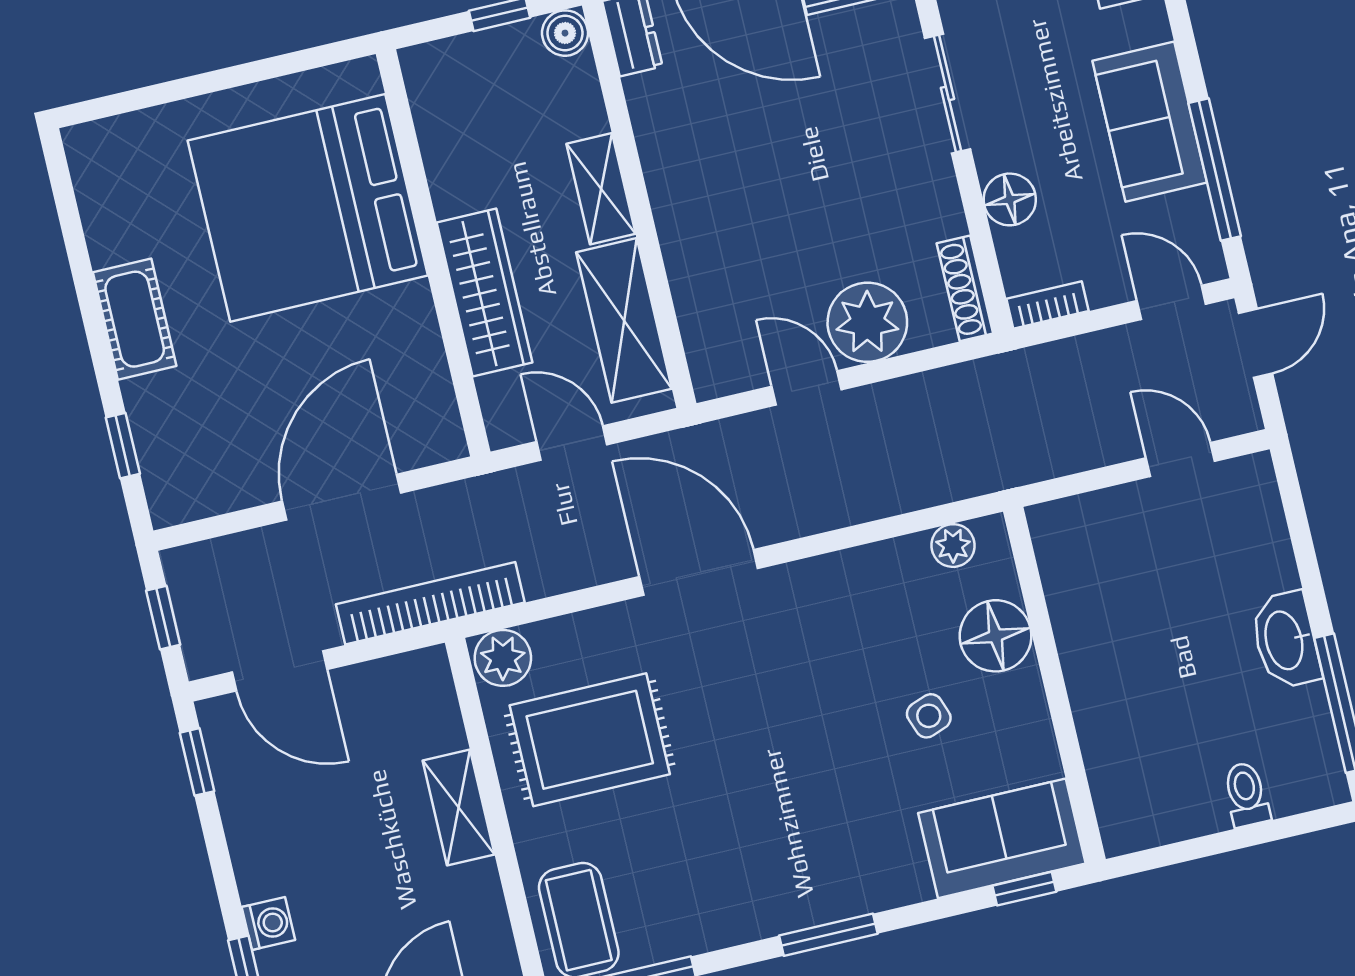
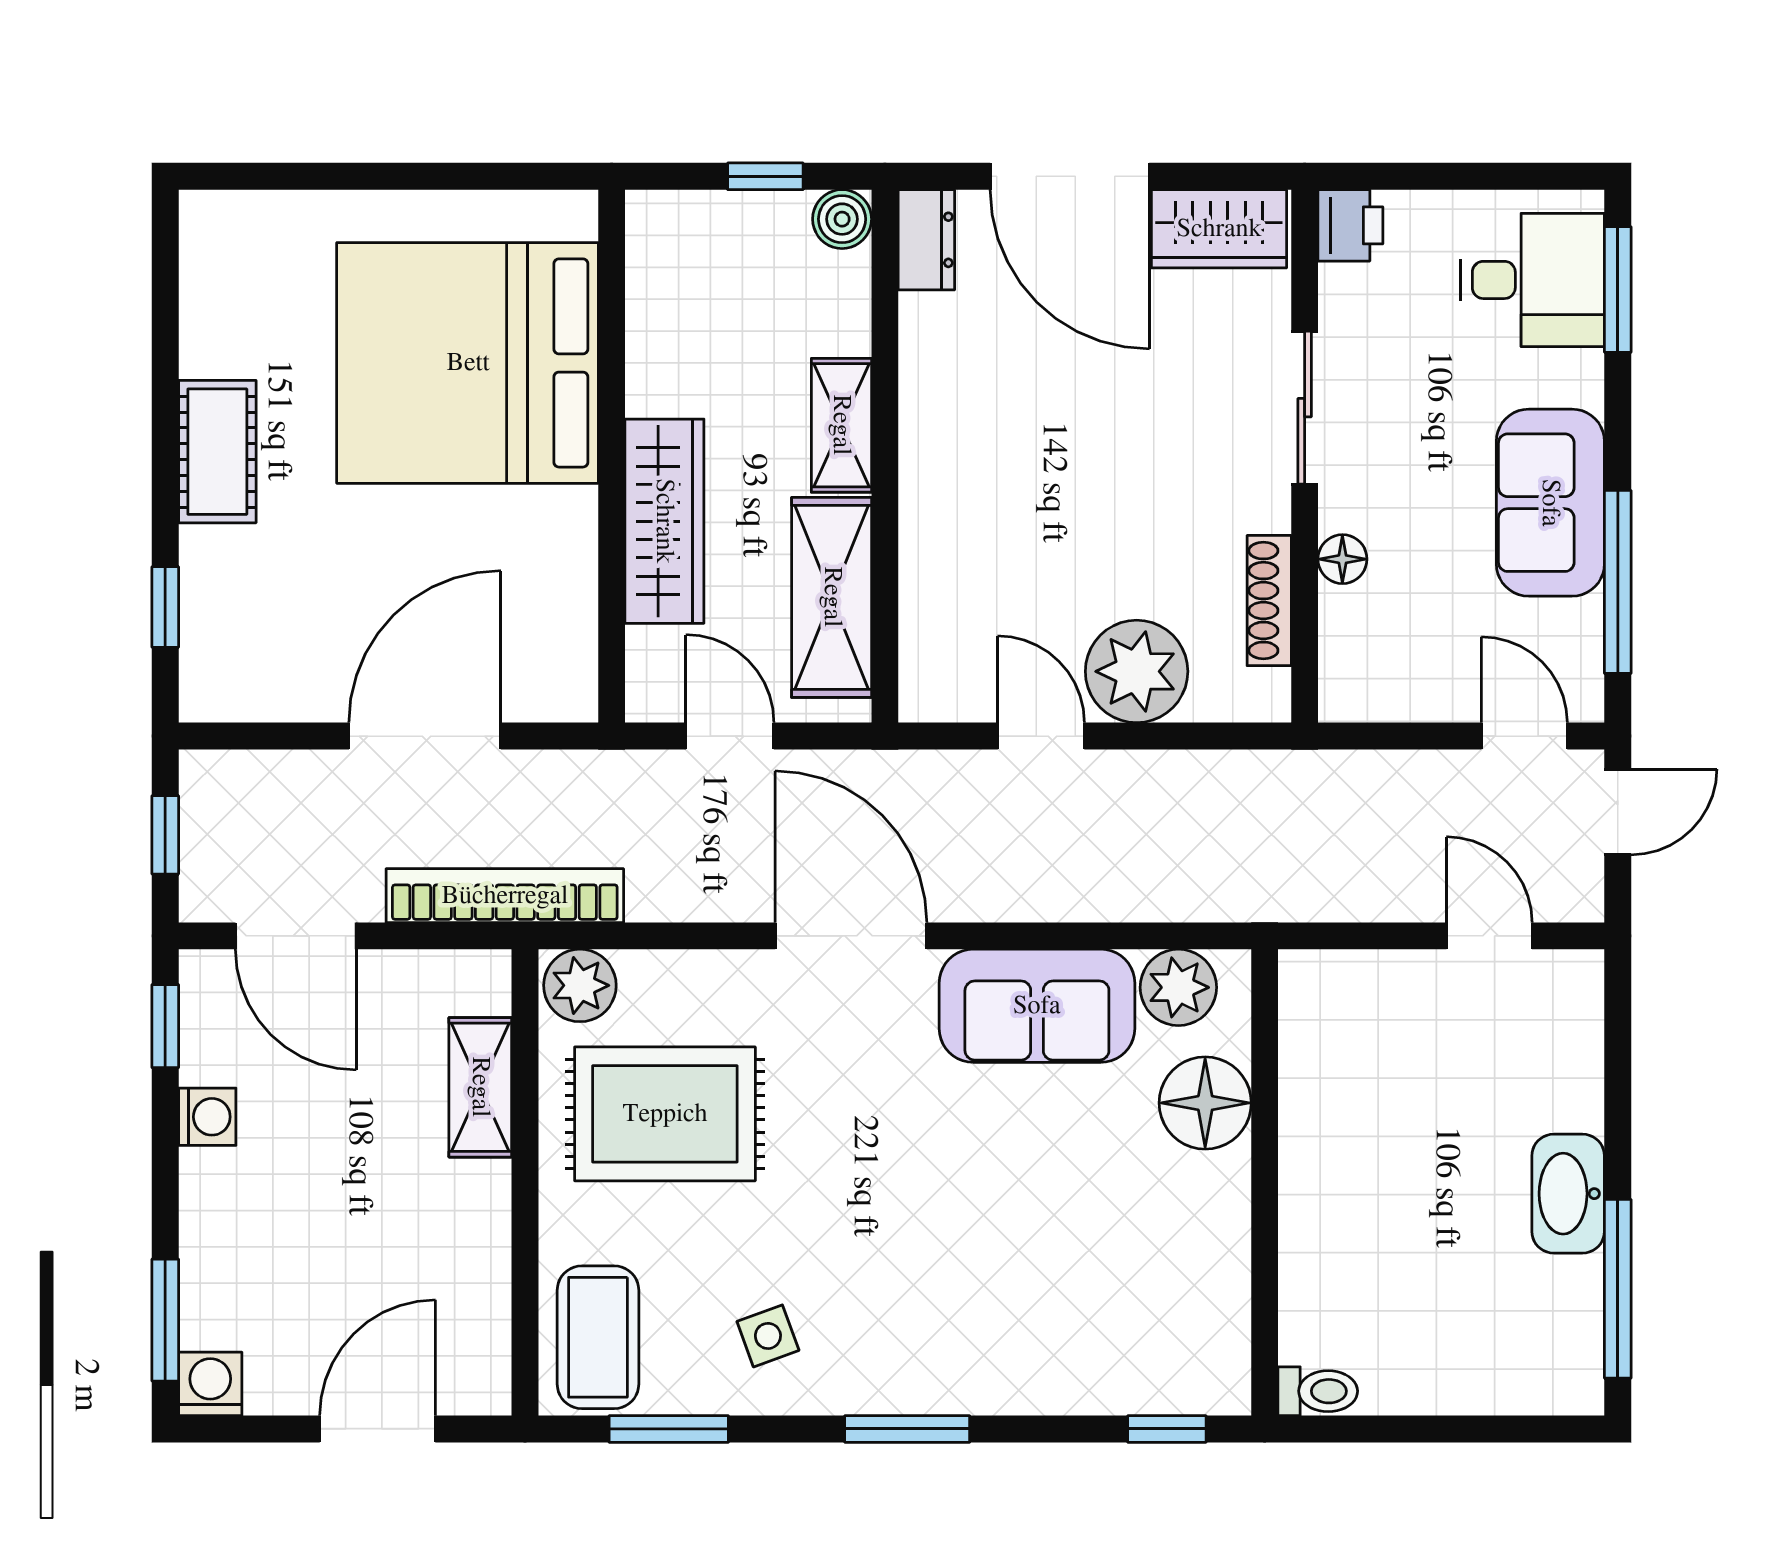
floor lamp: (1010, 199) -> (1342, 559), width x0.73, depth x0.73
shoe rack: (965, 288) -> (1269, 601), moved
bookcase: (1047, 305) -> (1368, 703), removed
plant: (953, 546) -> (1178, 987), width x1.38, depth x1.38
side table: (929, 716) -> (768, 1336), moved
toilet: (1246, 794) -> (1318, 1391), moved, turned 90
shelving: (459, 807) -> (480, 1087), moved
sofa: (1002, 838) -> (1037, 1006), moved, turned 180
washing machine: (268, 923) -> (207, 1117), moved

